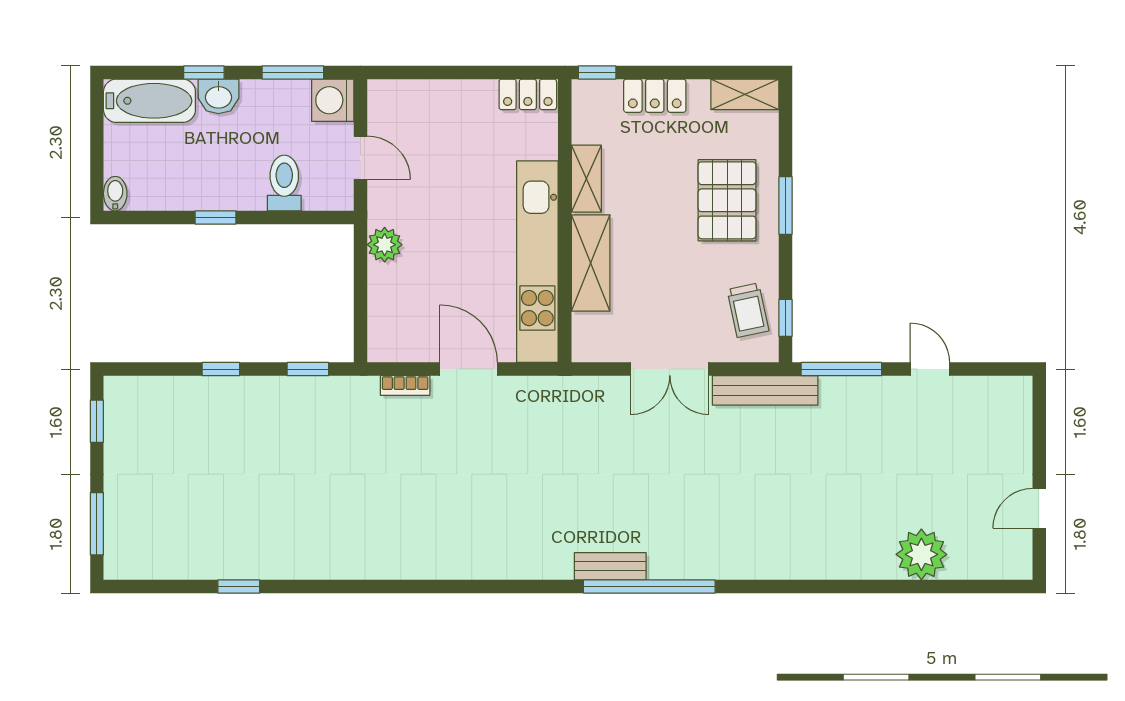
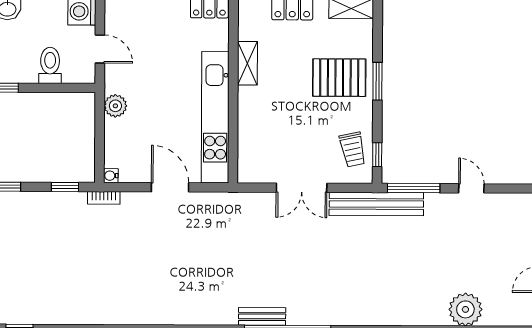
pallet: (727, 200) -> (339, 78), turned 90
shelving: (591, 263) -> (250, 118), removed
water cooler: (378, 352) -> (111, 176), added
bookcase: (405, 385) -> (104, 198), moved
bench: (765, 390) -> (376, 204), width x1.37, depth x1.21

